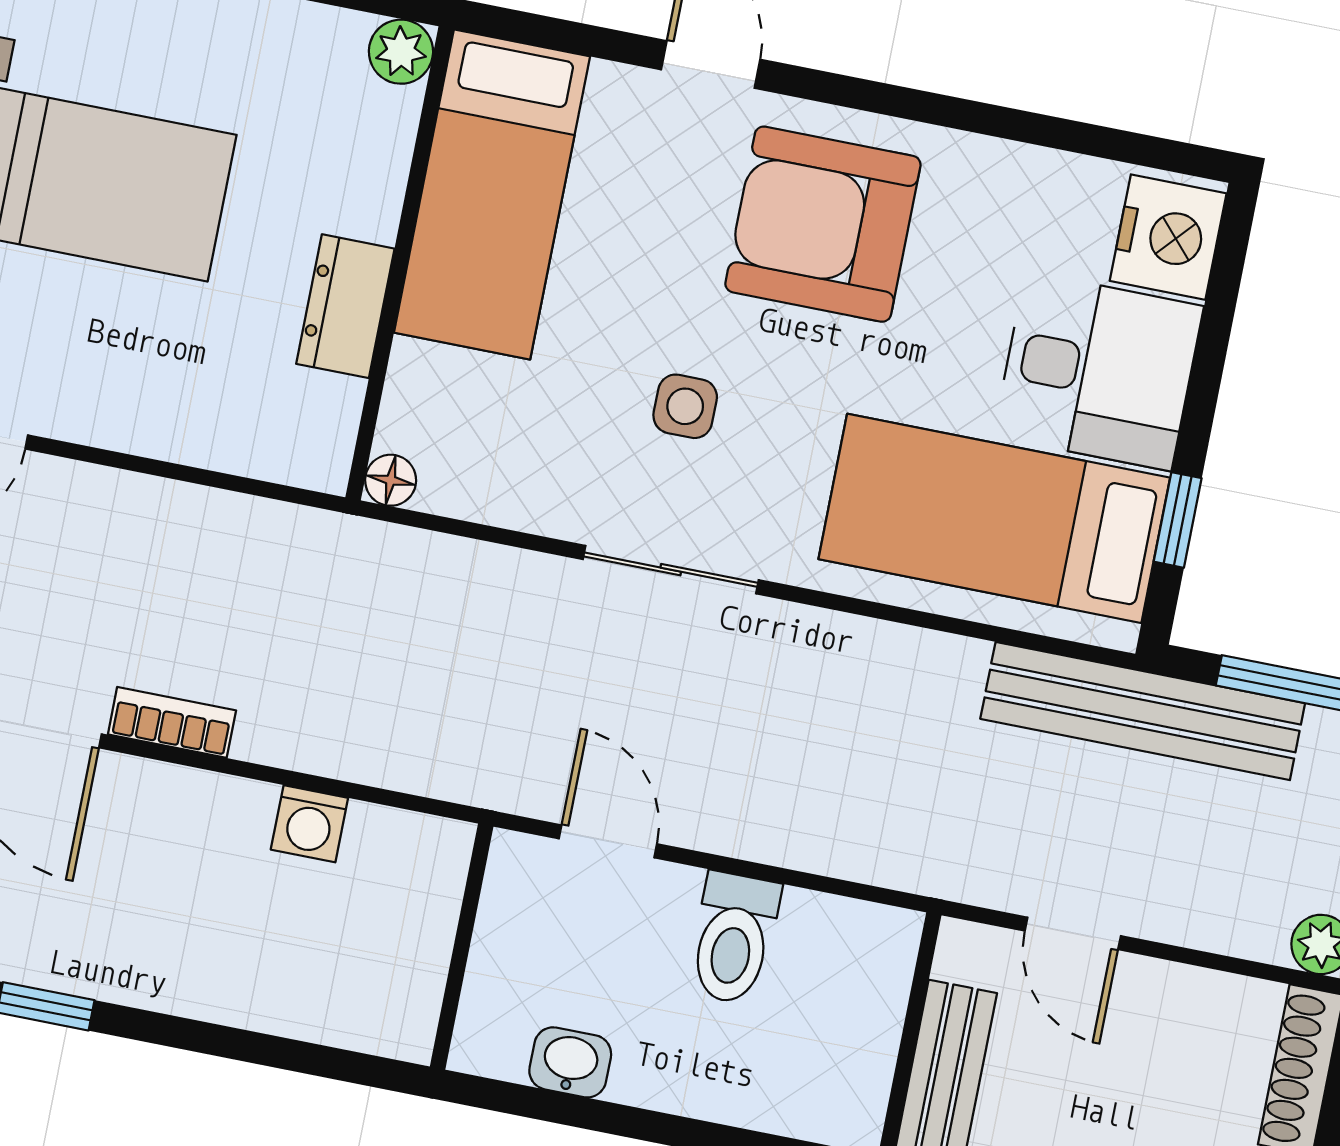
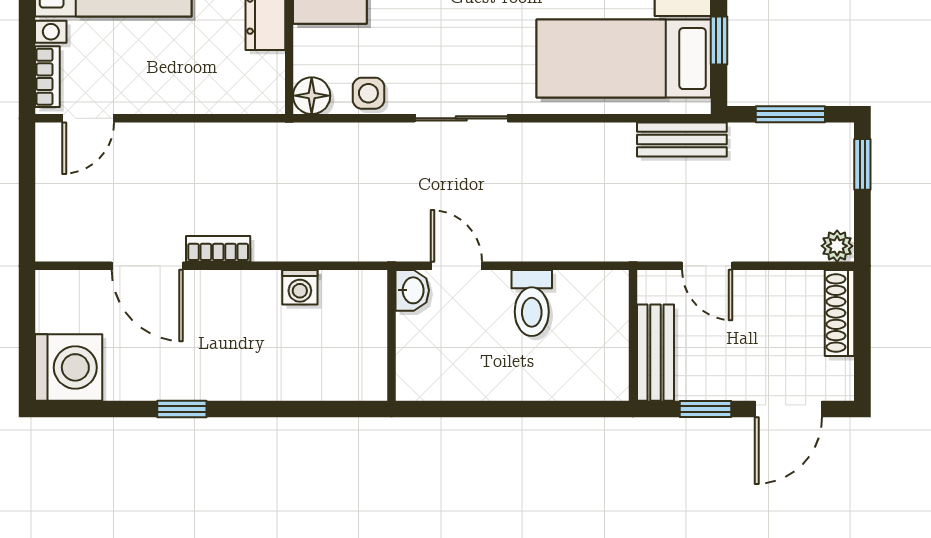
side table: (685, 406) -> (368, 93), moved
floor lamp: (391, 480) -> (312, 96), width x1.37, depth x1.37
bench: (1143, 711) -> (682, 140), width x0.54, depth x0.82
washbasin: (570, 1062) -> (412, 290), moved, turned 90

